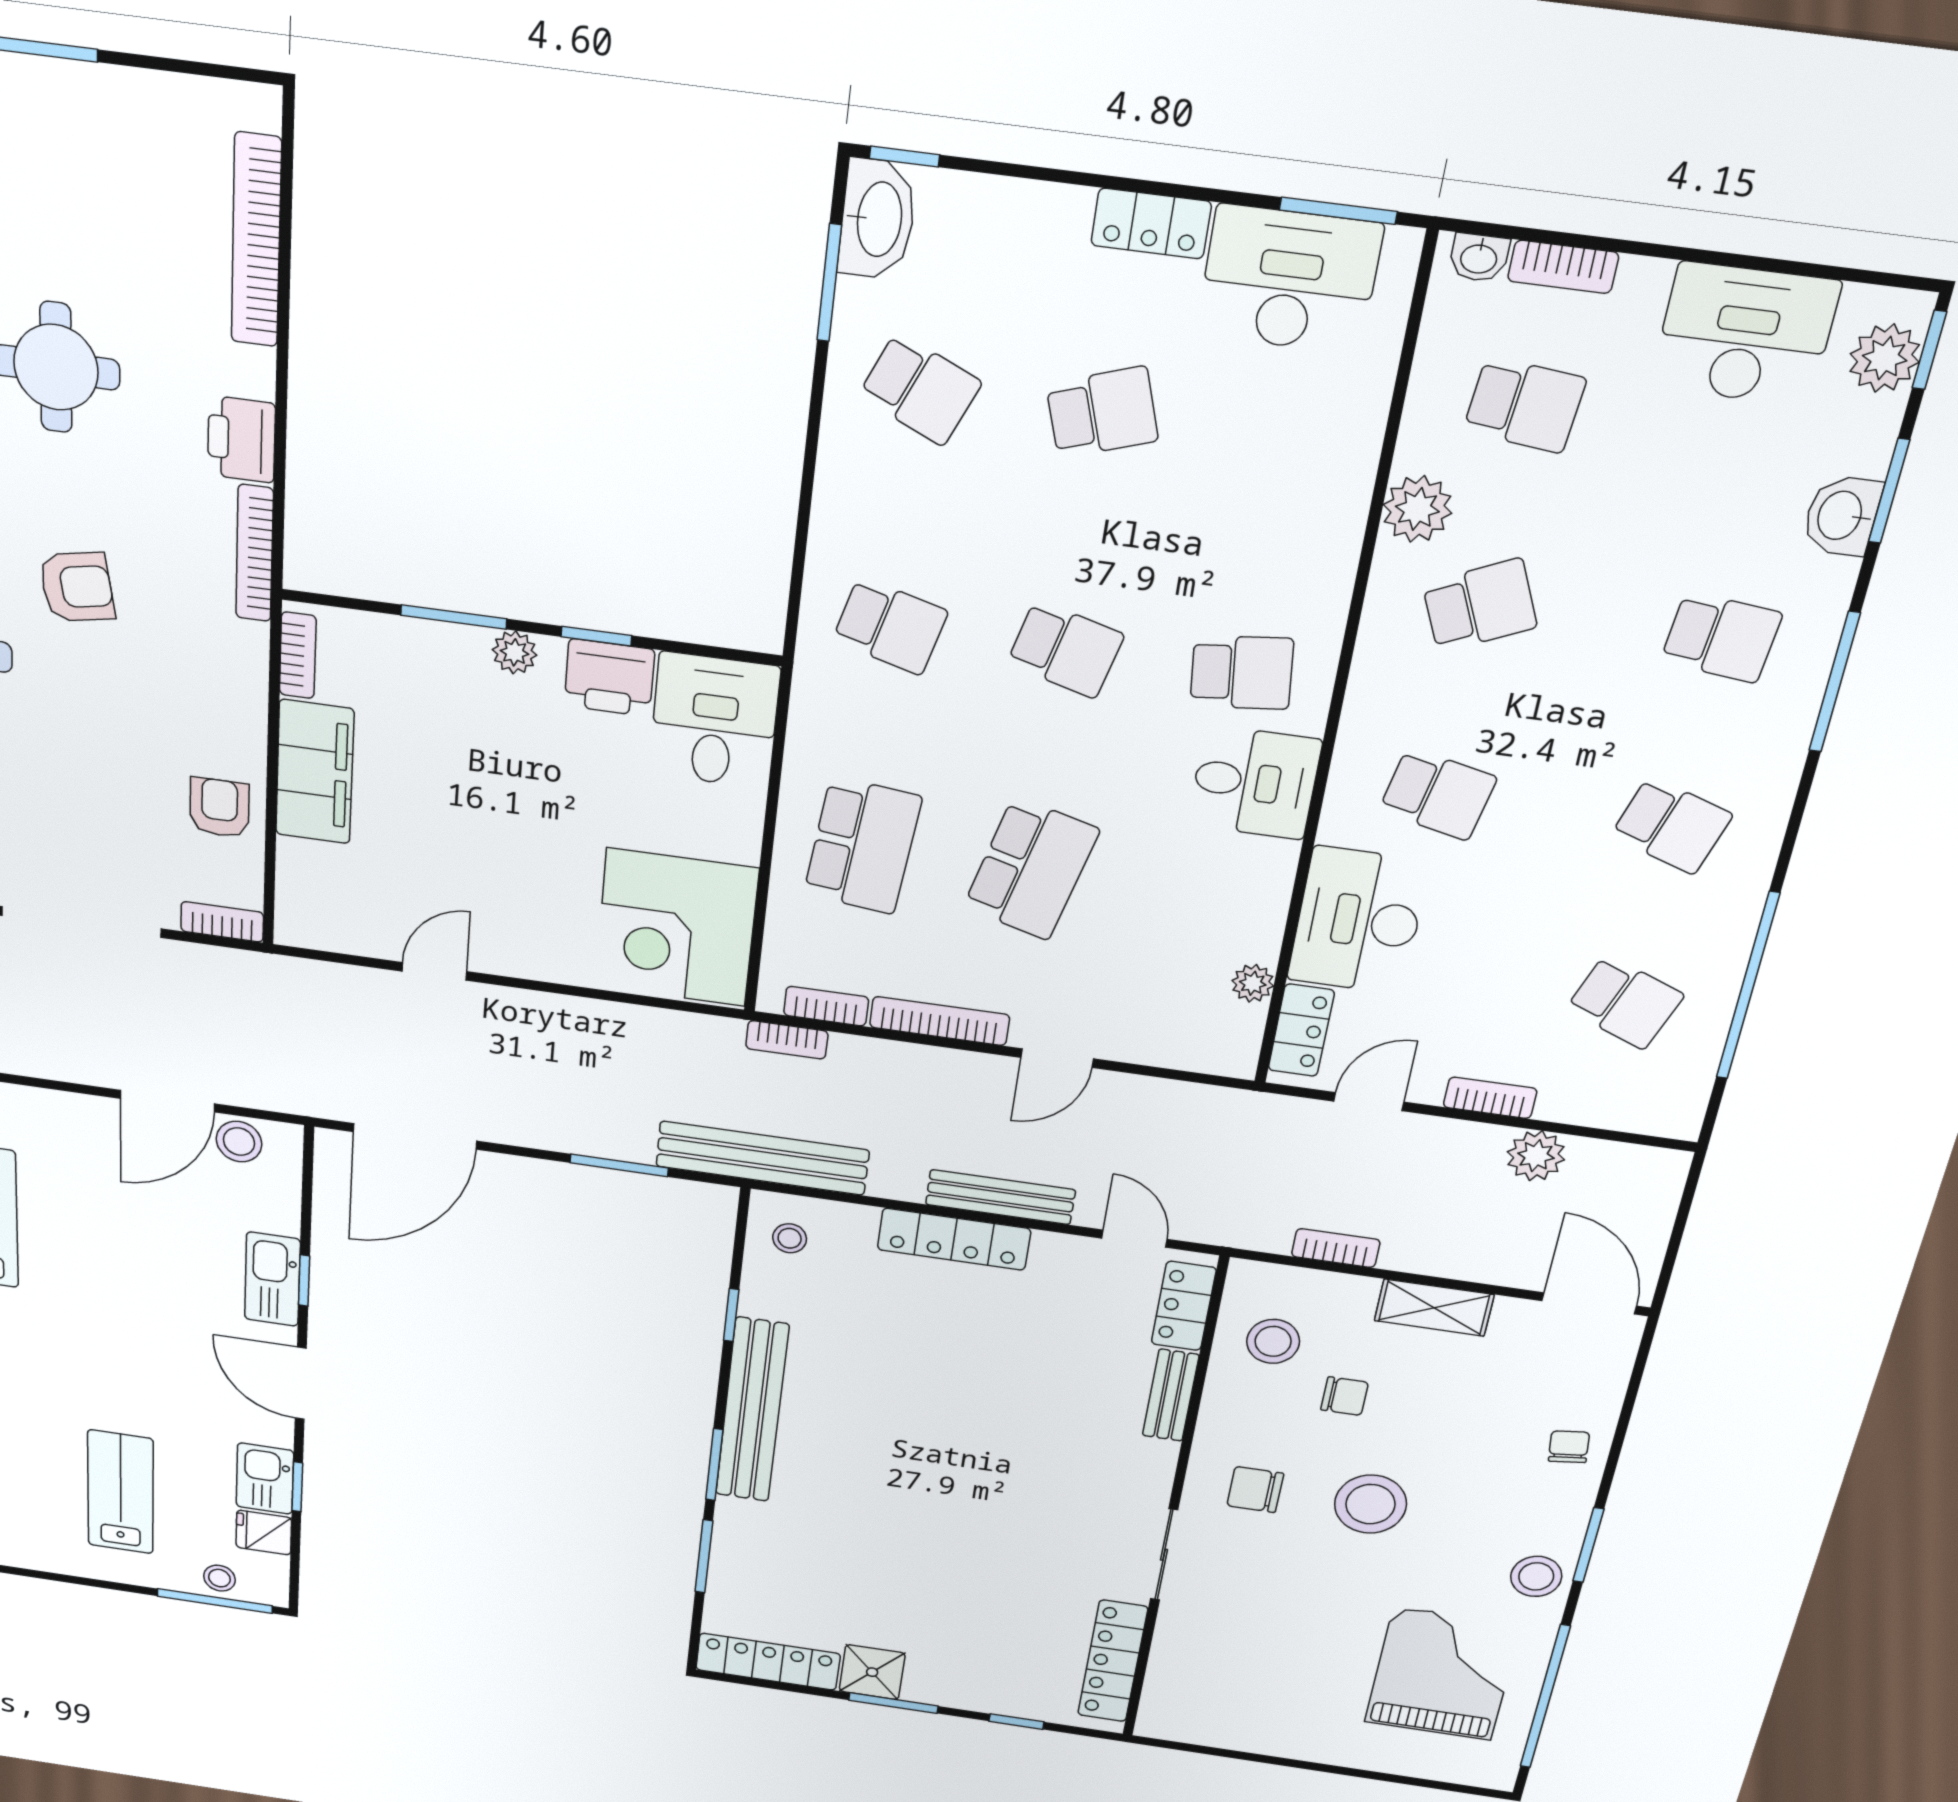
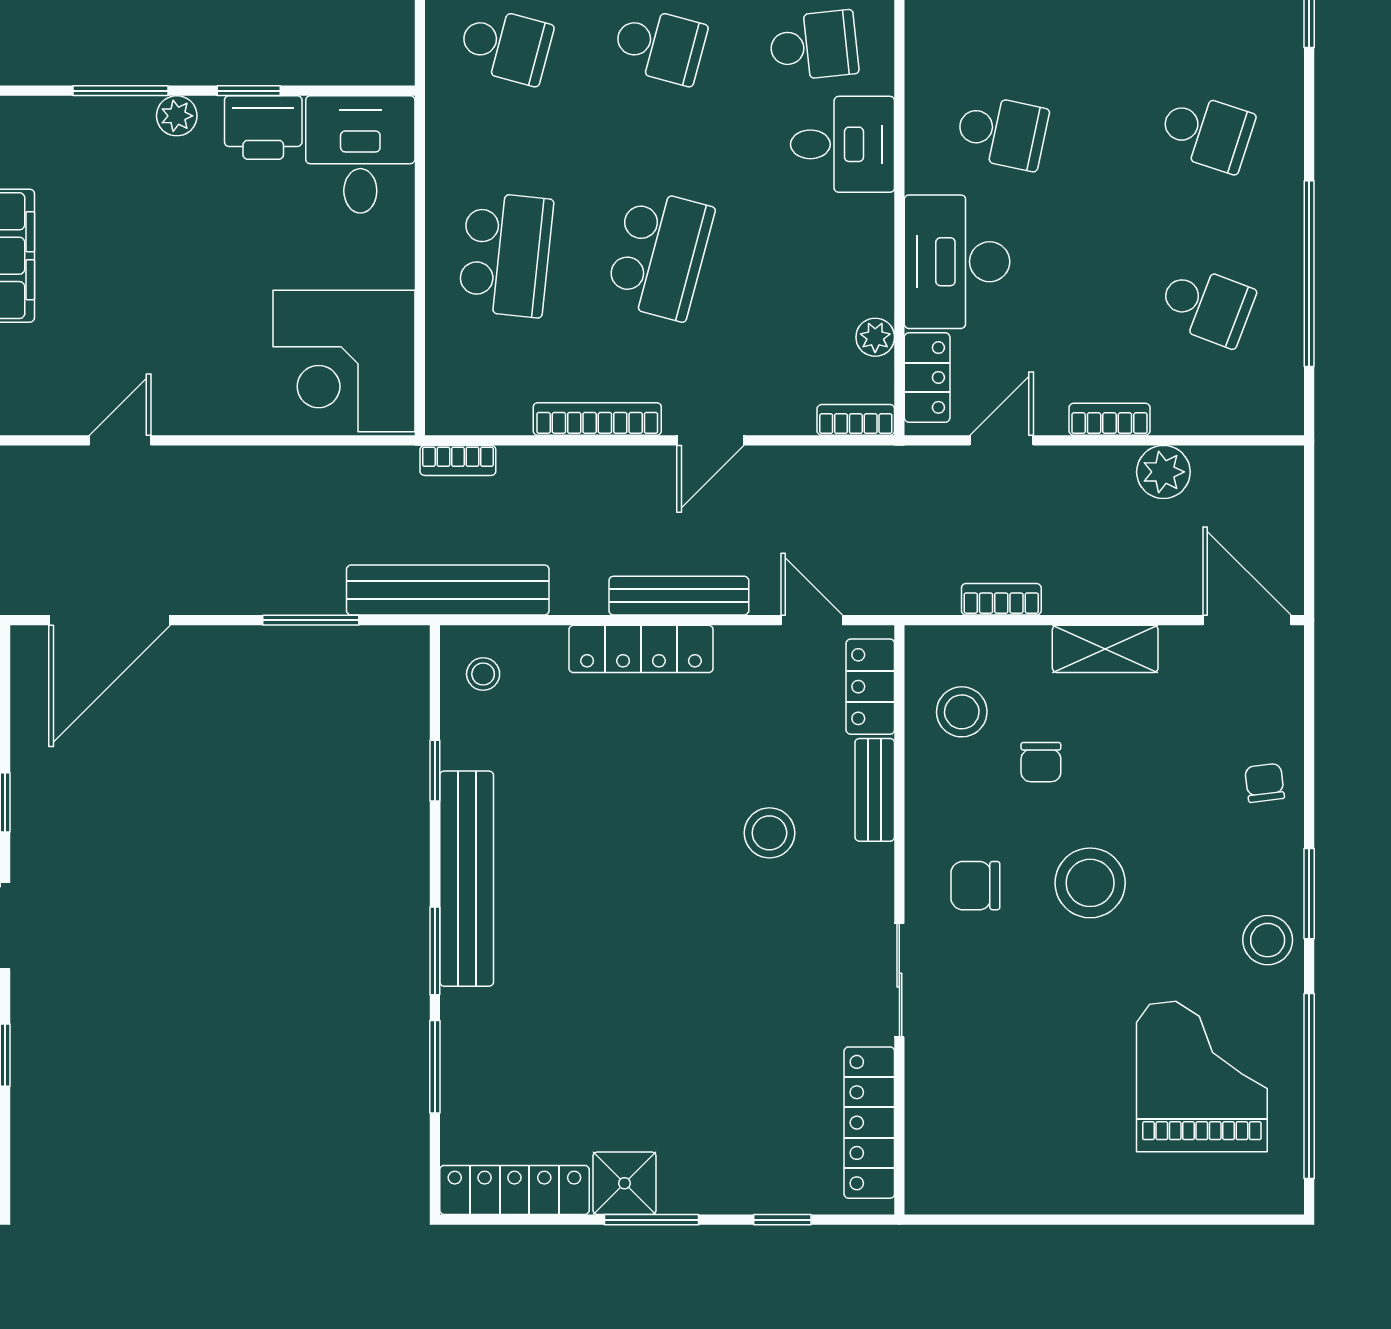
bookcase: (826, 1006) -> (856, 420), moved
chair: (1345, 1396) -> (1041, 762), turned 90
stool: (1058, 1416) -> (769, 833), added

